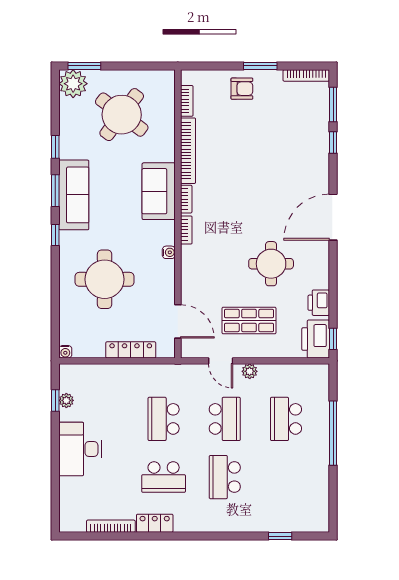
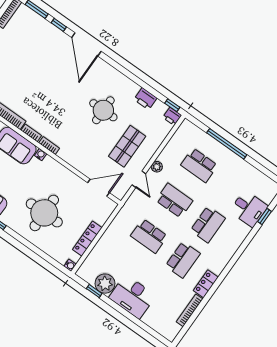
door: (333, 217) -> (86, 44), moved
water cooler: (169, 252) -> (41, 155), moved
printer: (316, 339) -> (172, 116), width x0.53, depth x0.68
locker: (131, 350) -> (87, 239), moved
door: (221, 361) -> (139, 179), hinge flipped
plant: (66, 400) -> (105, 284), width x1.87, depth x1.87
school desk: (225, 477) -> (208, 224), turned -90
desk: (276, 512) -> (249, 209), added

